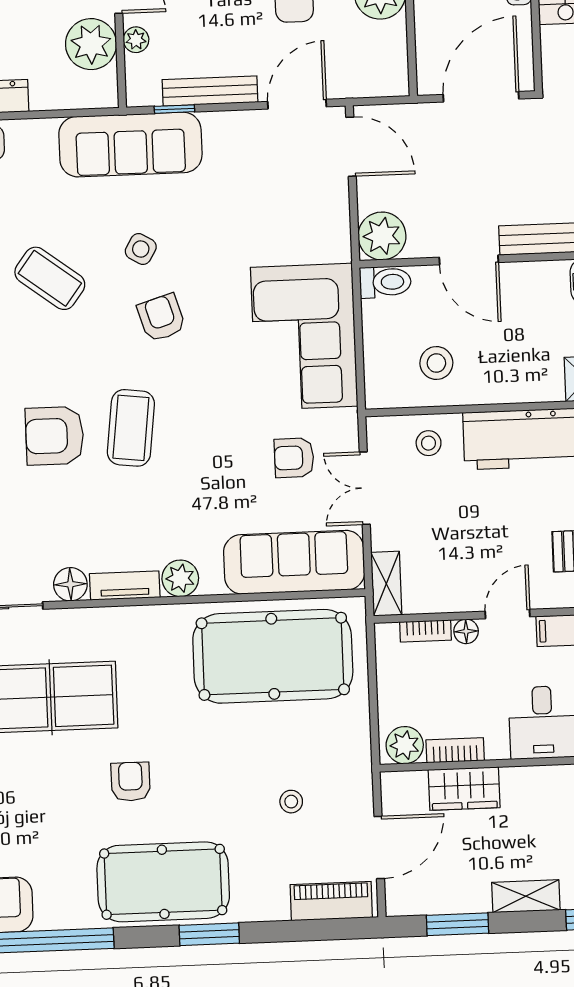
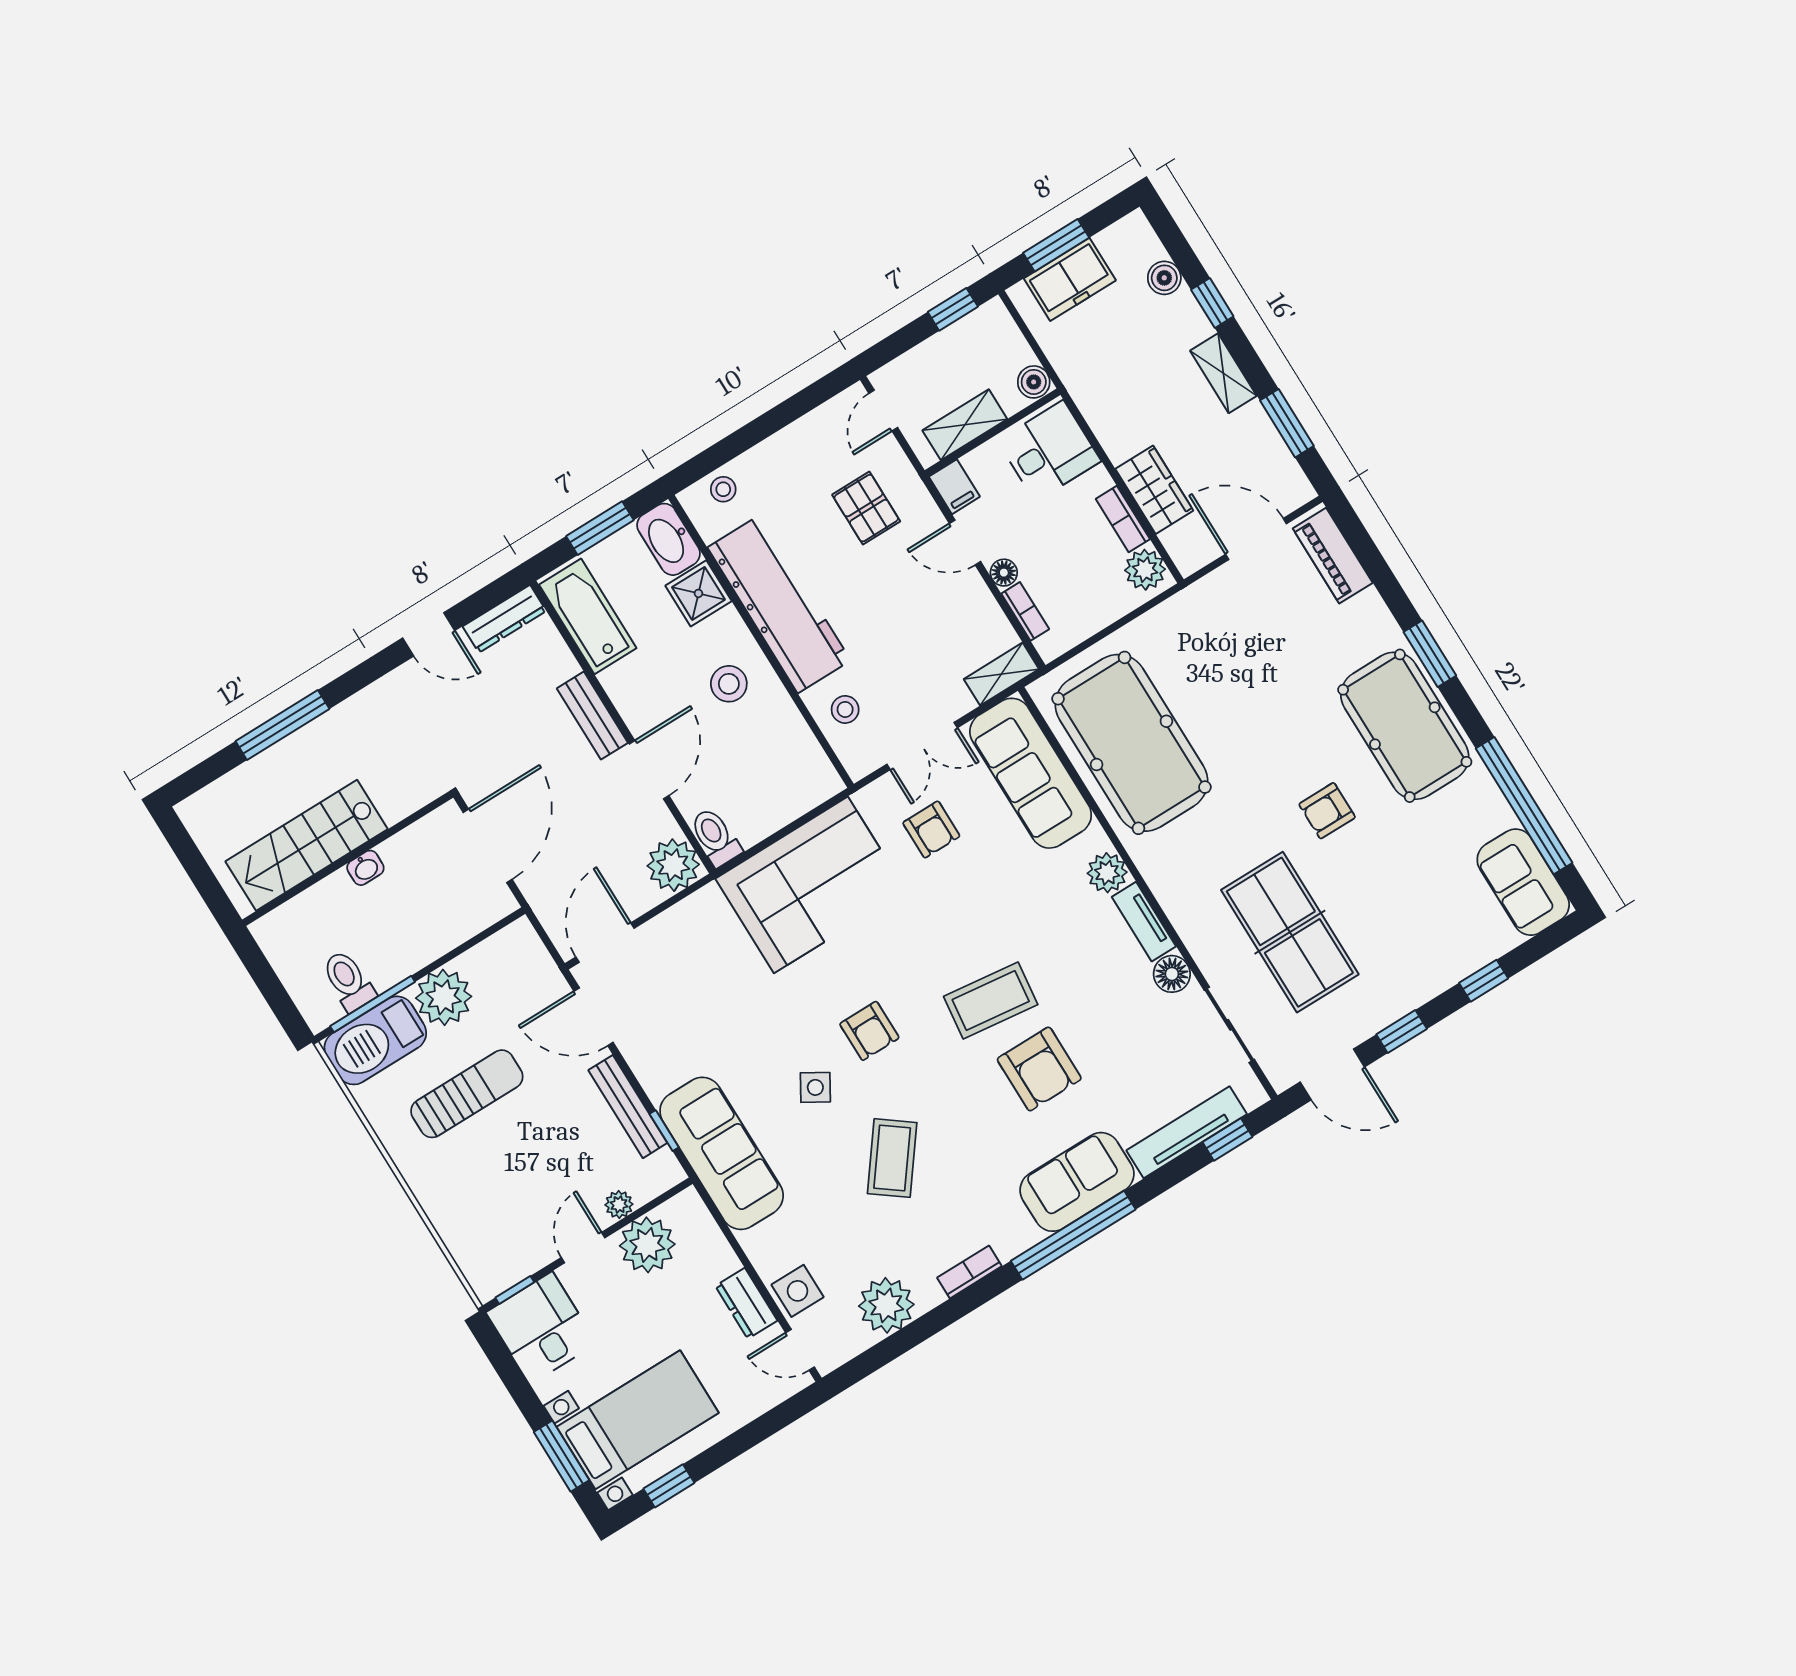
door: (481, 97) -> (488, 846), swing flipped
armchair: (161, 318) -> (869, 1031), turned -73
stool: (436, 363) -> (729, 684), moved
stool: (291, 802) -> (1260, 647), removed

